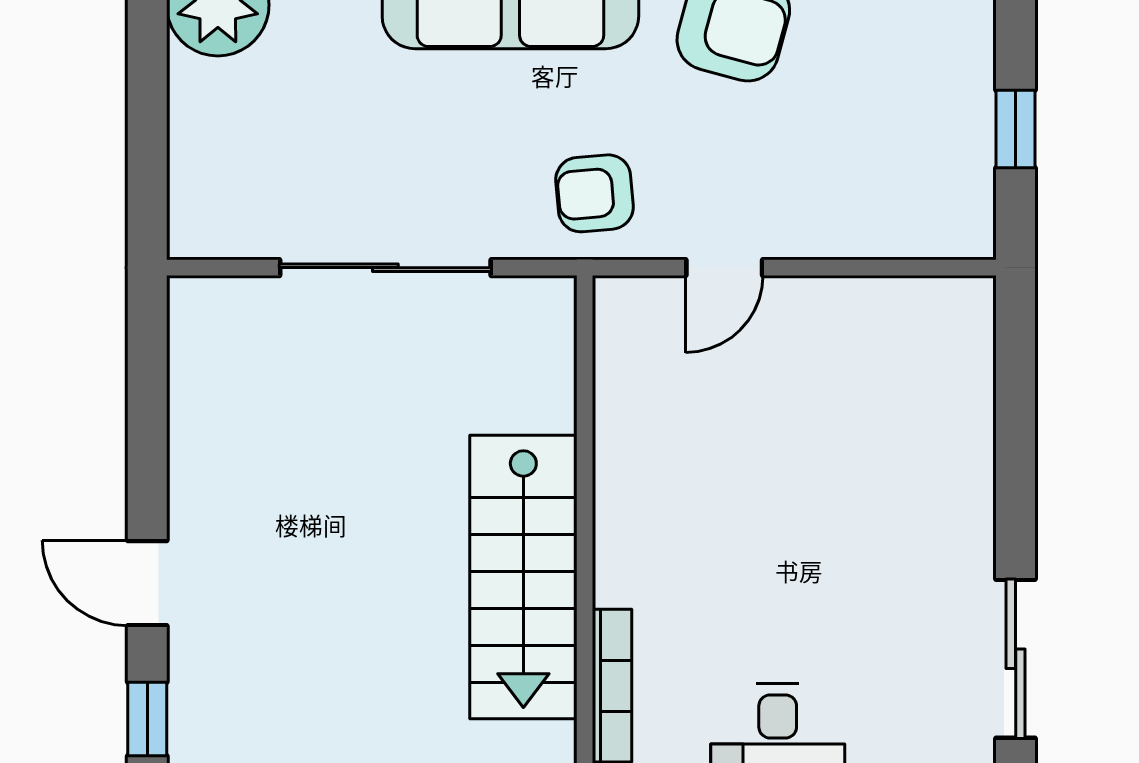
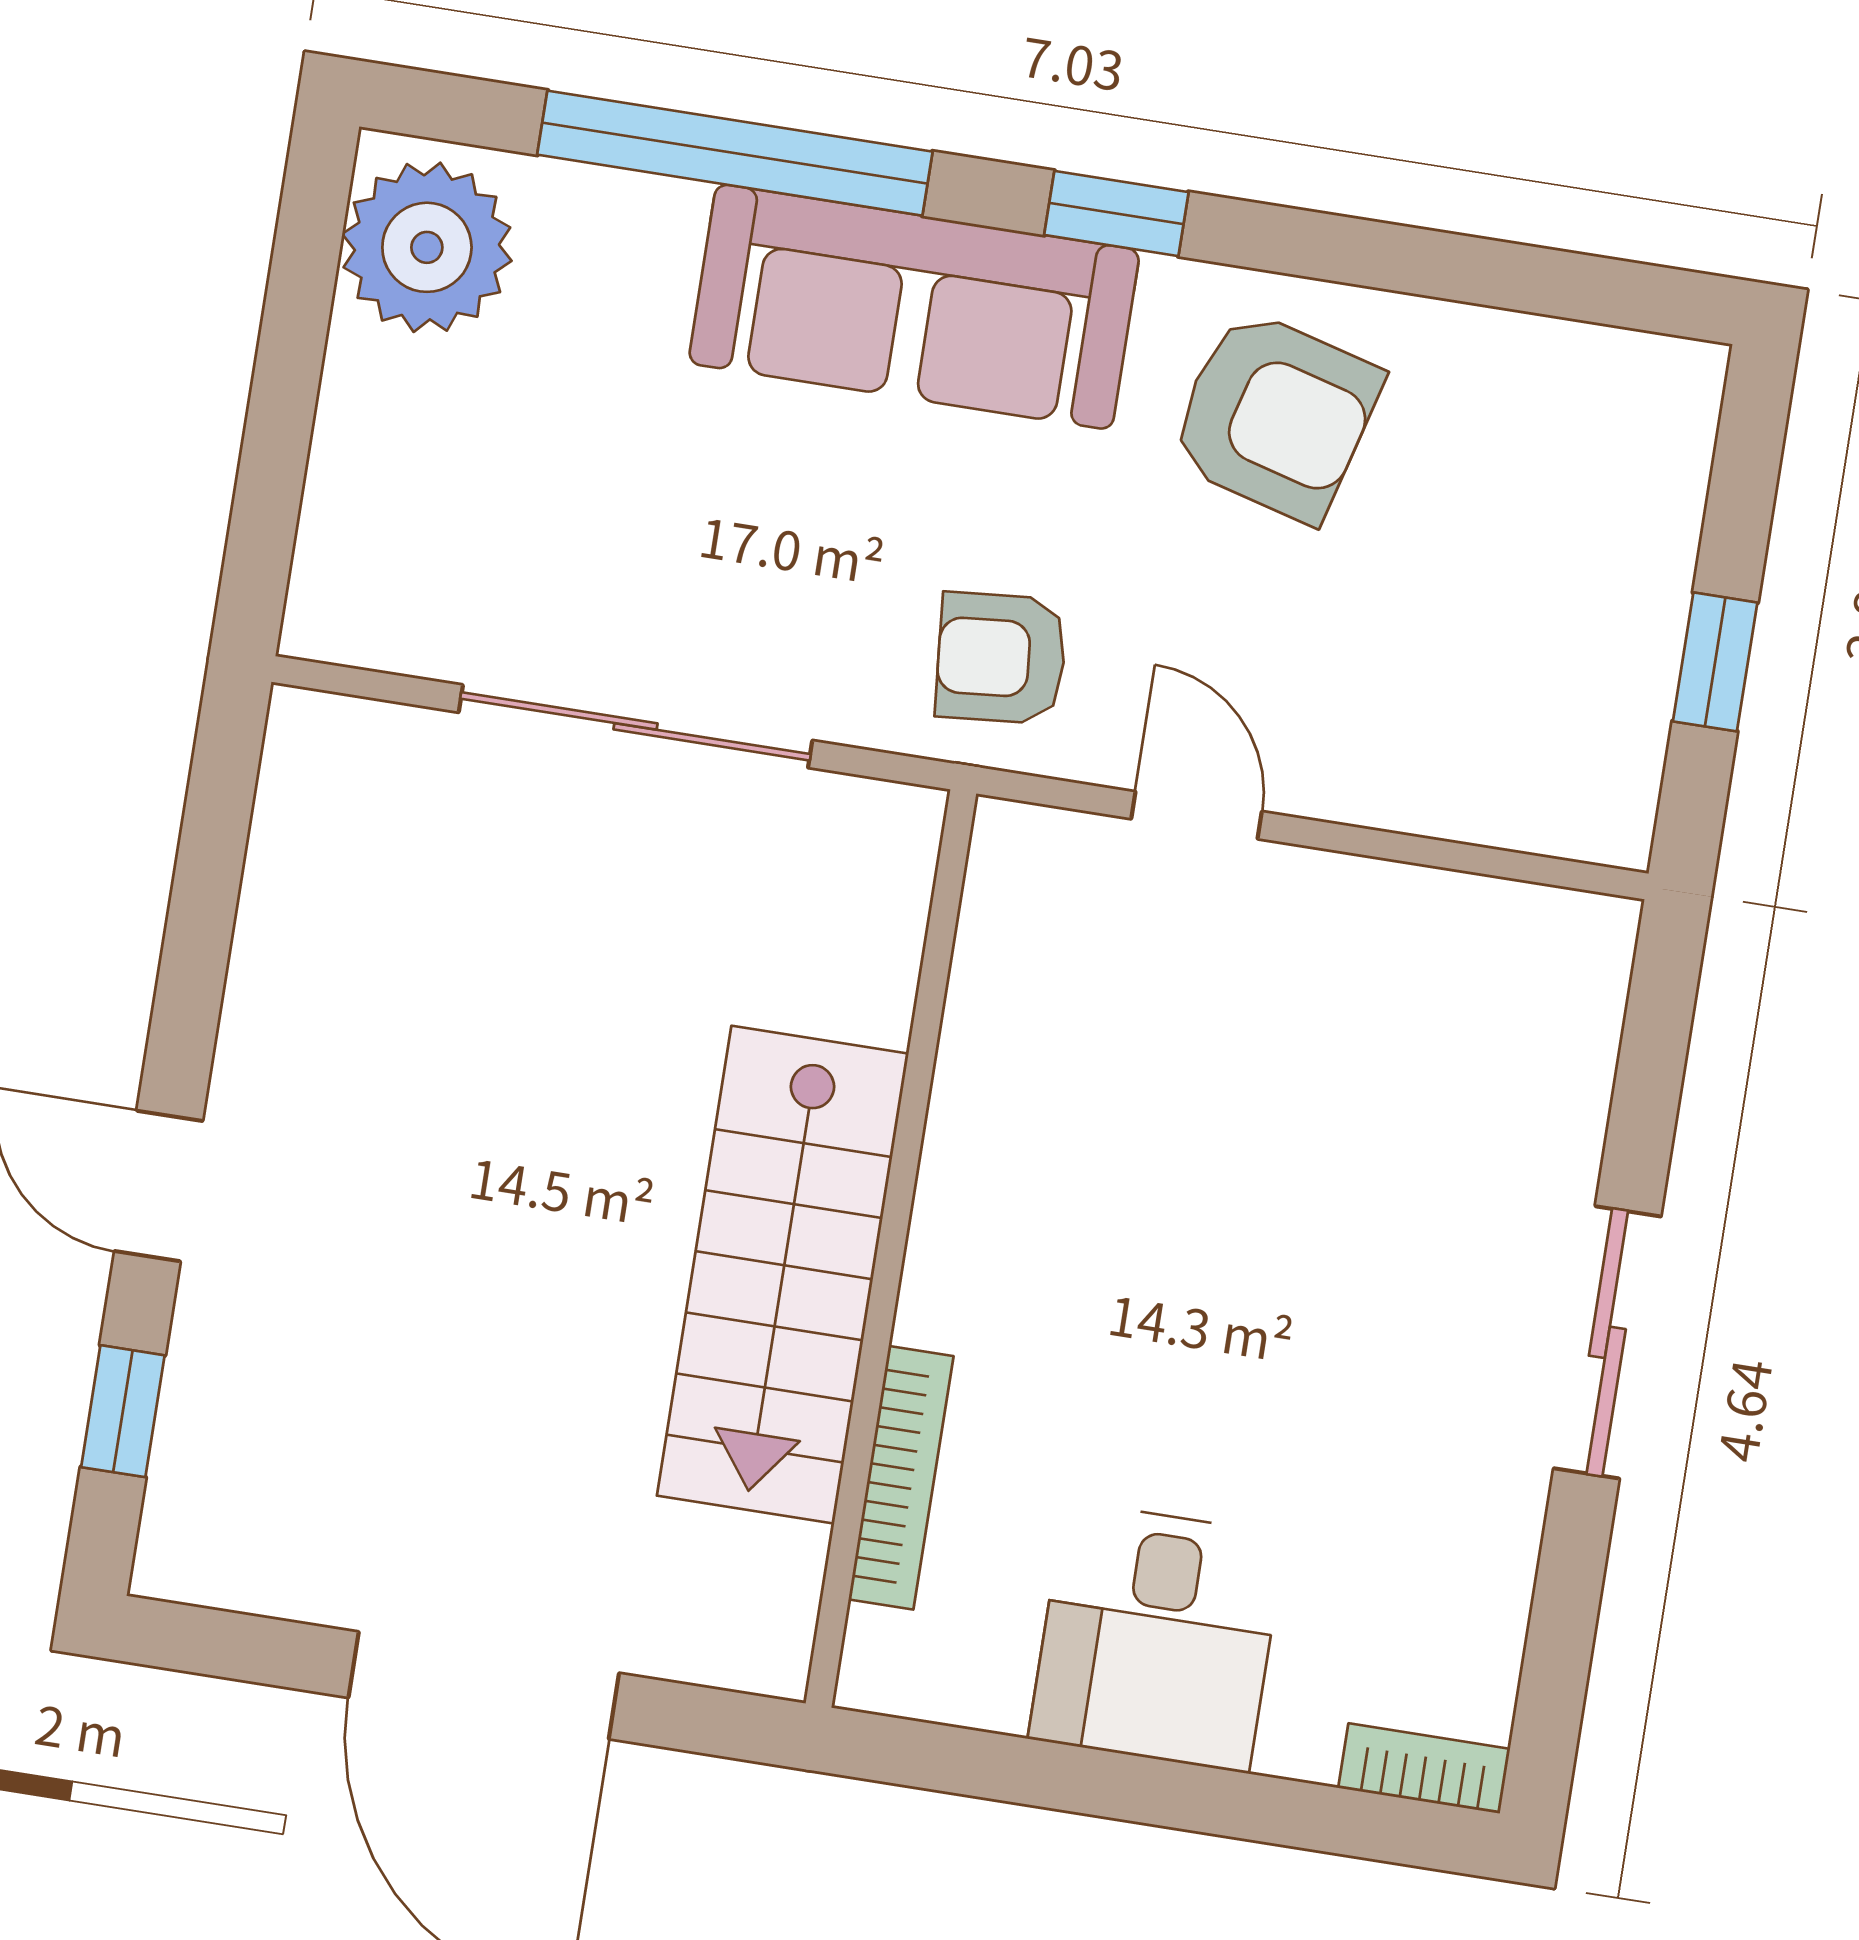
door: (724, 268) -> (1196, 815), swing flipped
sliding door: (1016, 659) -> (1607, 1342), moved

